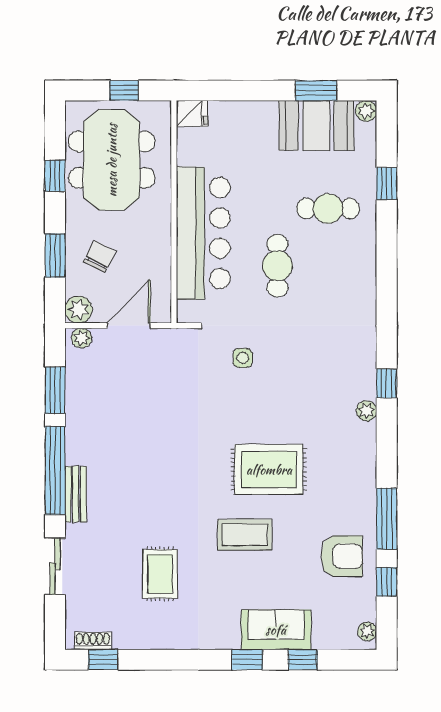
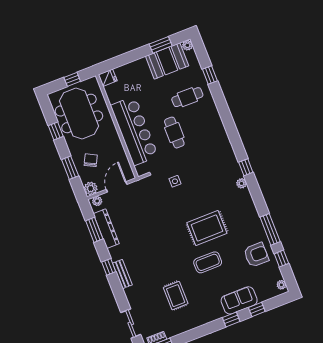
dresser: (78, 397) -> (106, 229), added
window: (55, 471) -> (109, 267), width x0.32
sliding door: (55, 566) -> (131, 324), moved

